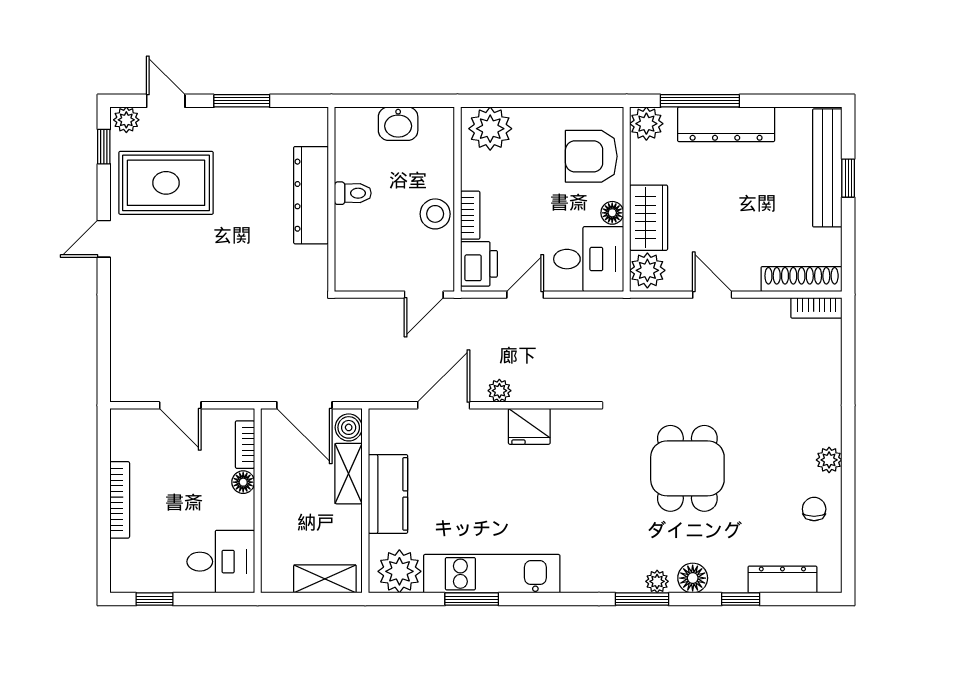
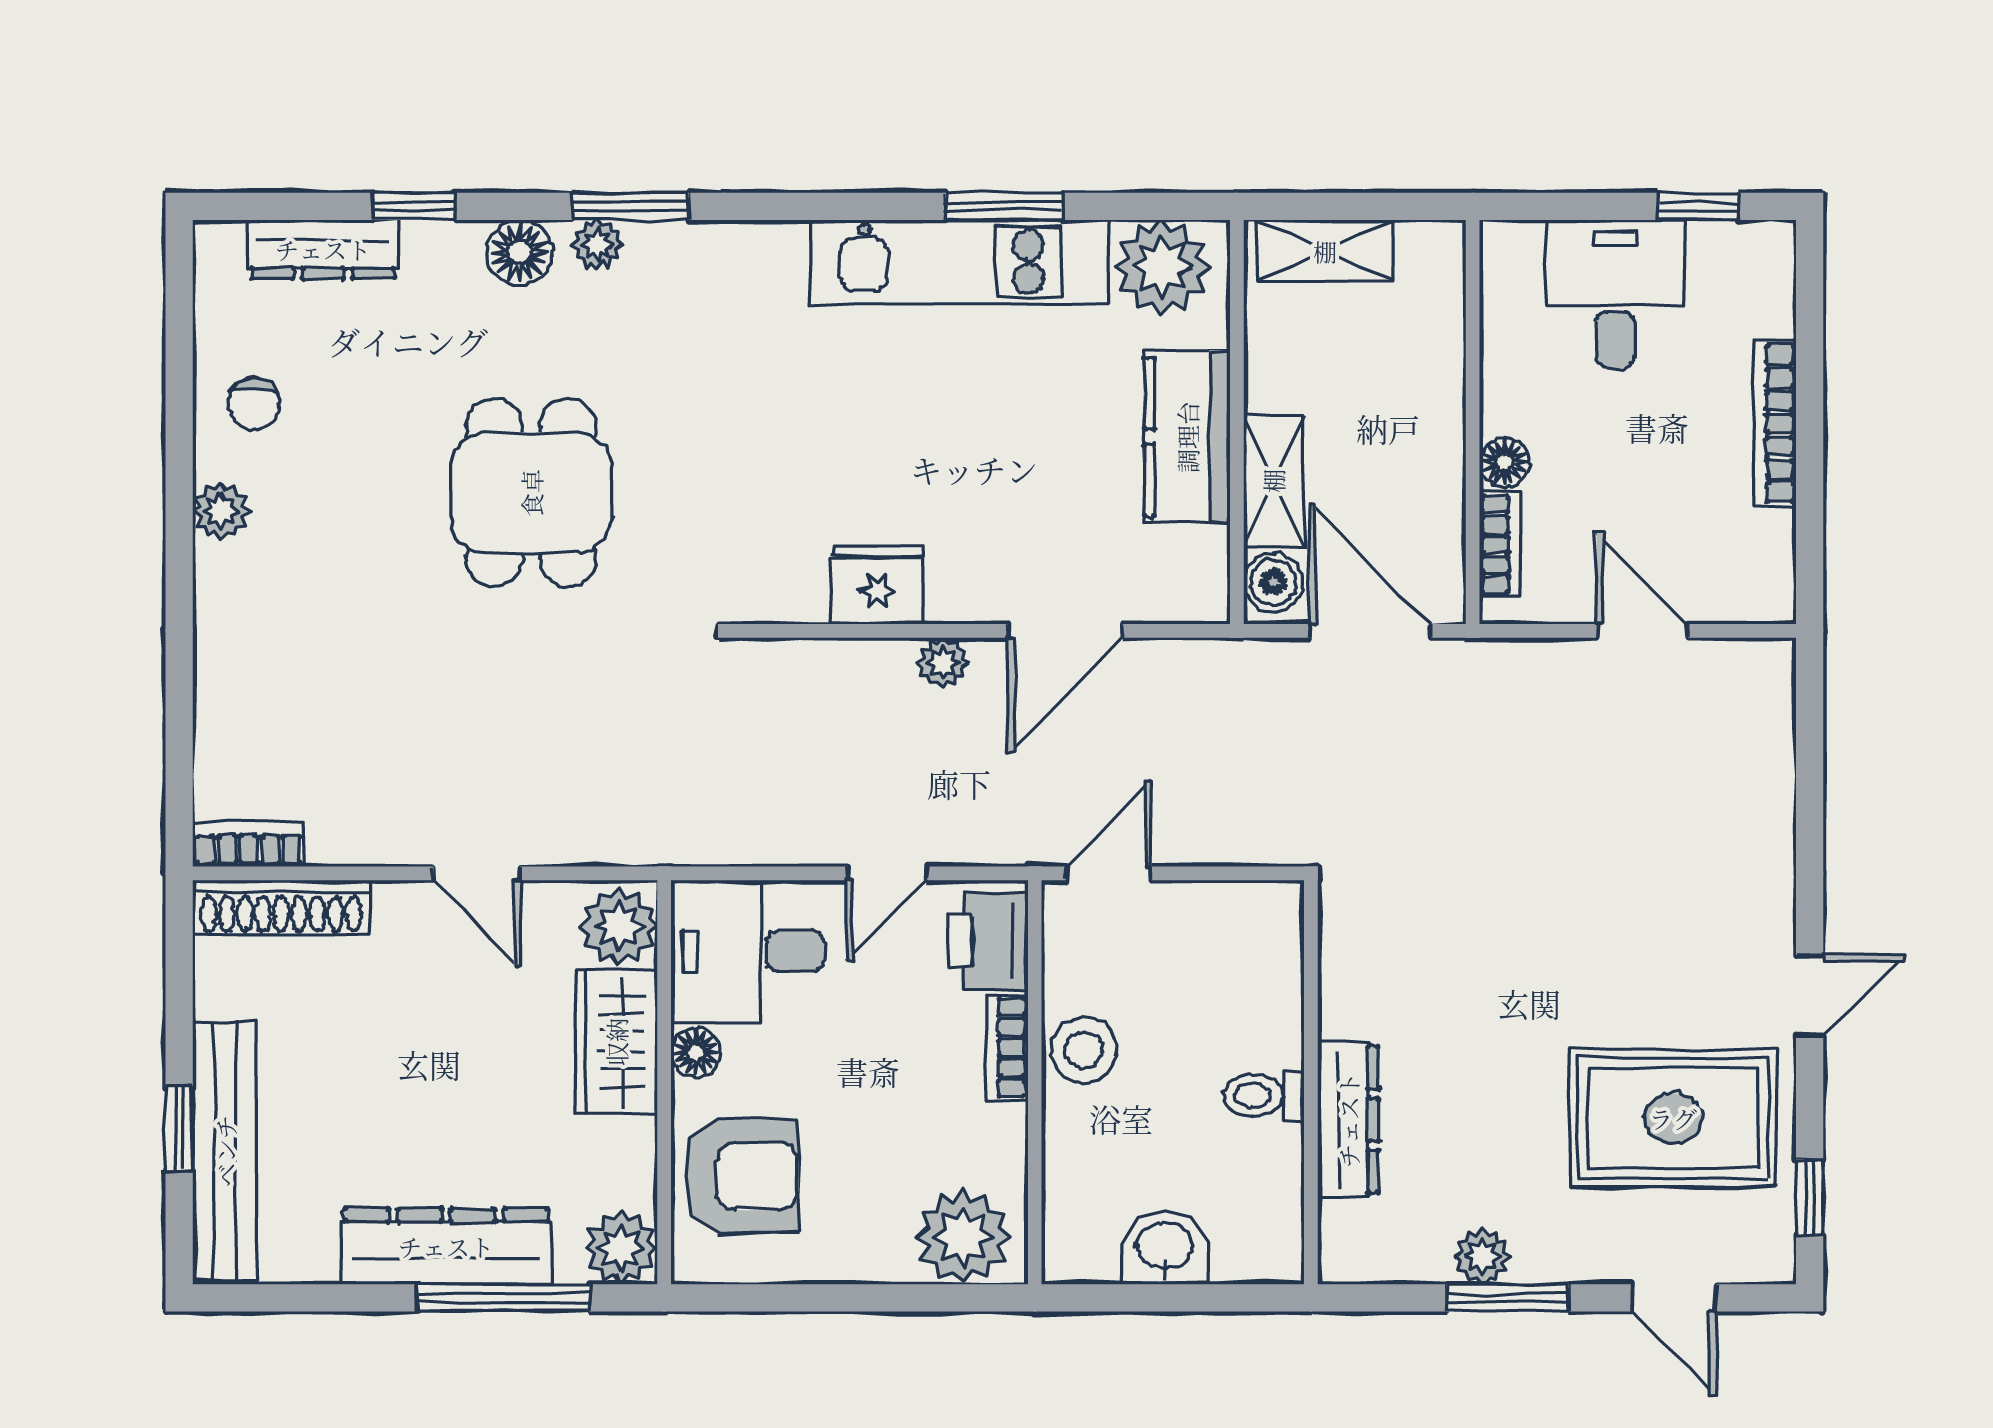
plant: (126, 120) -> (1482, 1256), moved
dresser: (311, 195) -> (1348, 1120), width x0.73, depth x0.80
desk: (221, 562) -> (1616, 294), moved, turned 90

